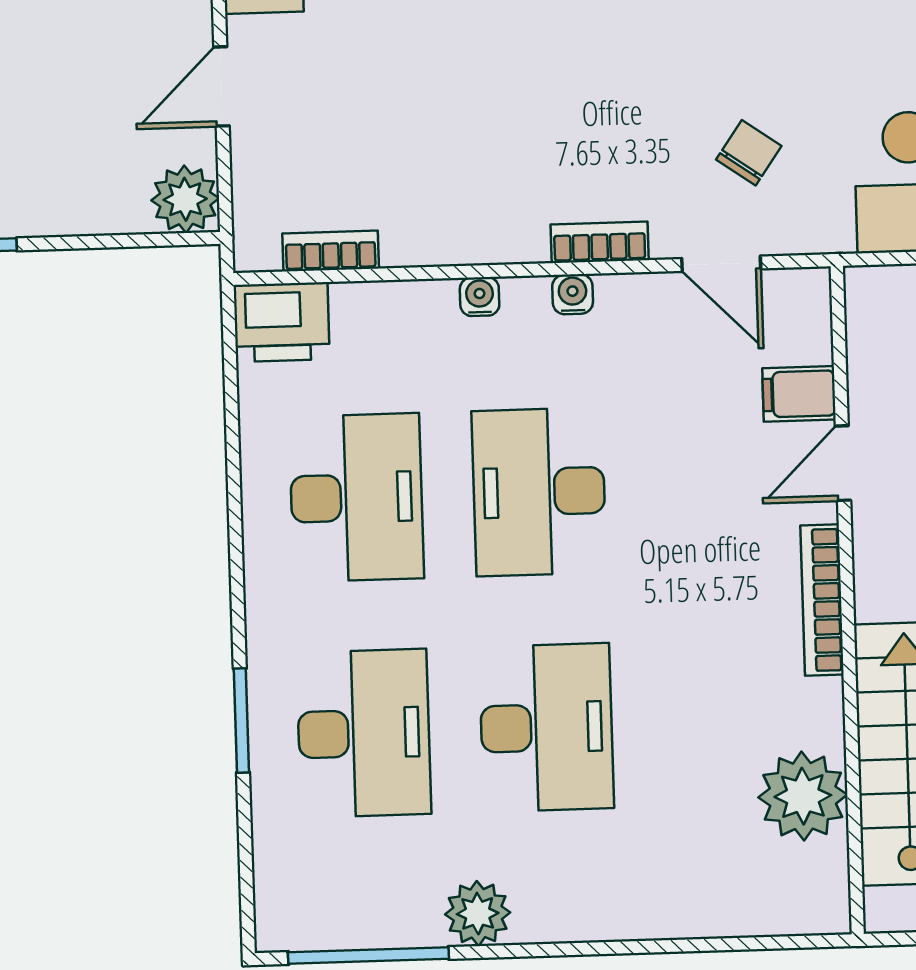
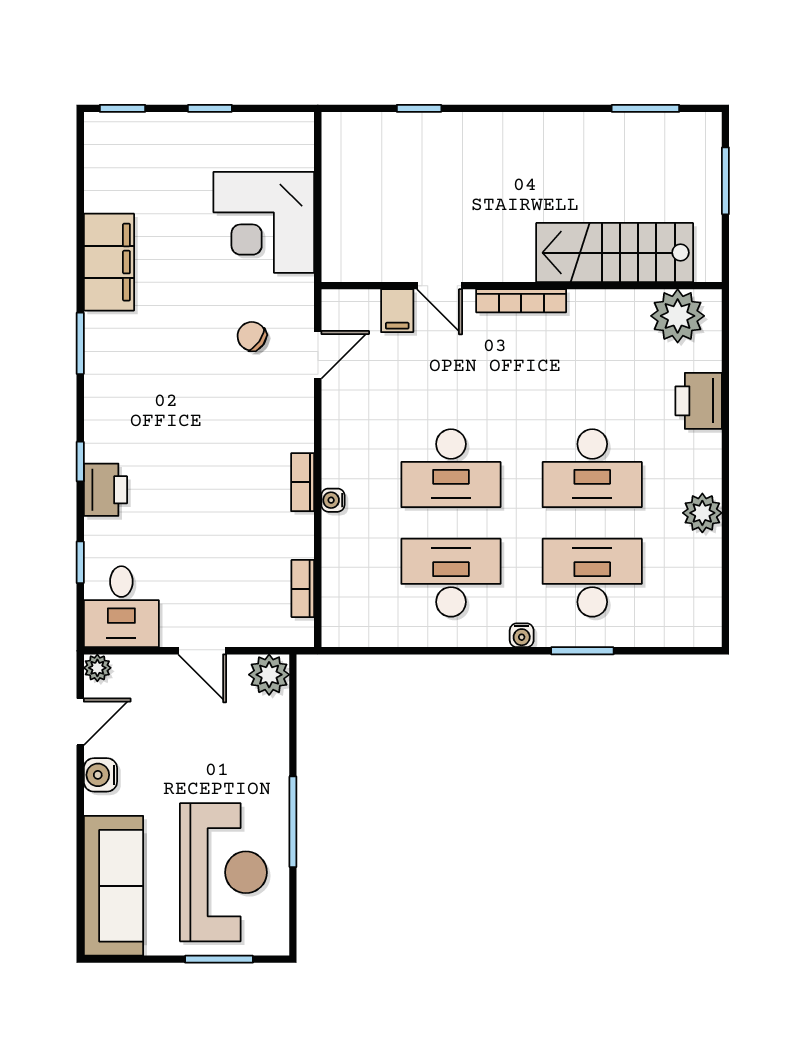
bookcase: (600, 242) -> (303, 482), moved
water cooler: (573, 294) -> (522, 635), moved, turned -90
printer: (282, 322) -> (699, 401), moved, turned 180
desk: (546, 727) -> (592, 468), turned 180
plant: (803, 796) -> (678, 316), moved
window: (368, 955) -> (725, 579), removed

